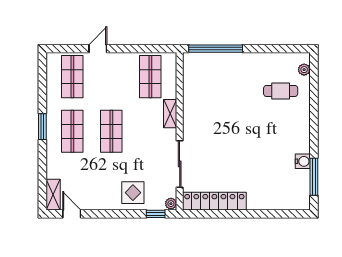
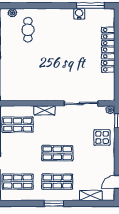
shelving: (53, 195) -> (91, 196), moved
locker: (214, 201) -> (108, 50), moved

